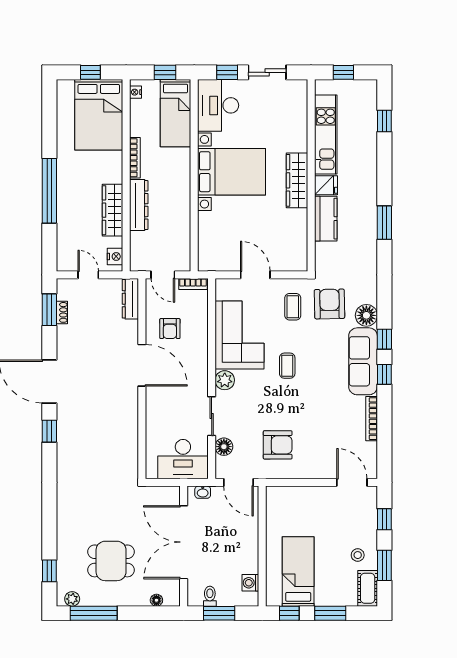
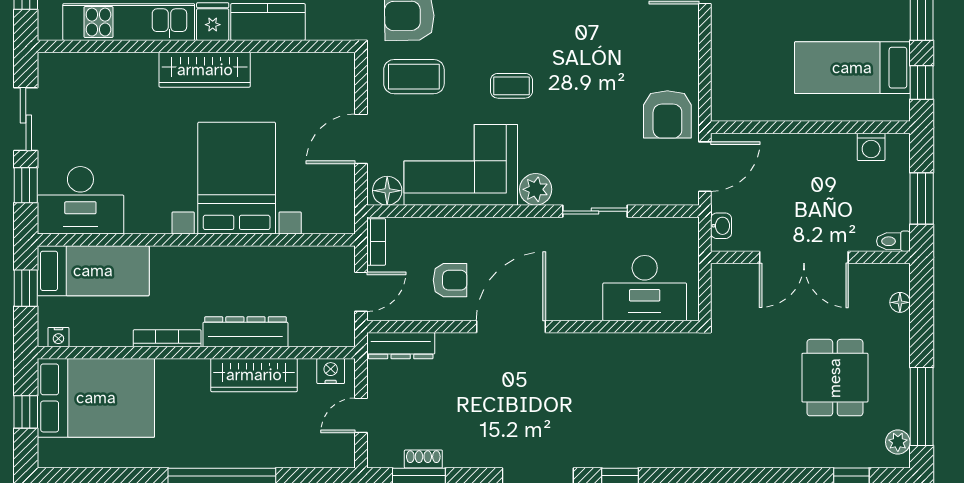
bed with nightstands: (231, 172) -> (237, 178), moved
coffee table: (293, 307) -> (414, 77), width x1.36, depth x1.30
armchair: (278, 445) -> (667, 114), moved, turned 180
floor lamp: (224, 447) -> (387, 191), moved
desk: (183, 459) -> (645, 288), moved, turned 90
double door: (184, 542) -> (804, 257), width x0.73
toilet: (210, 596) -> (893, 241), moved

